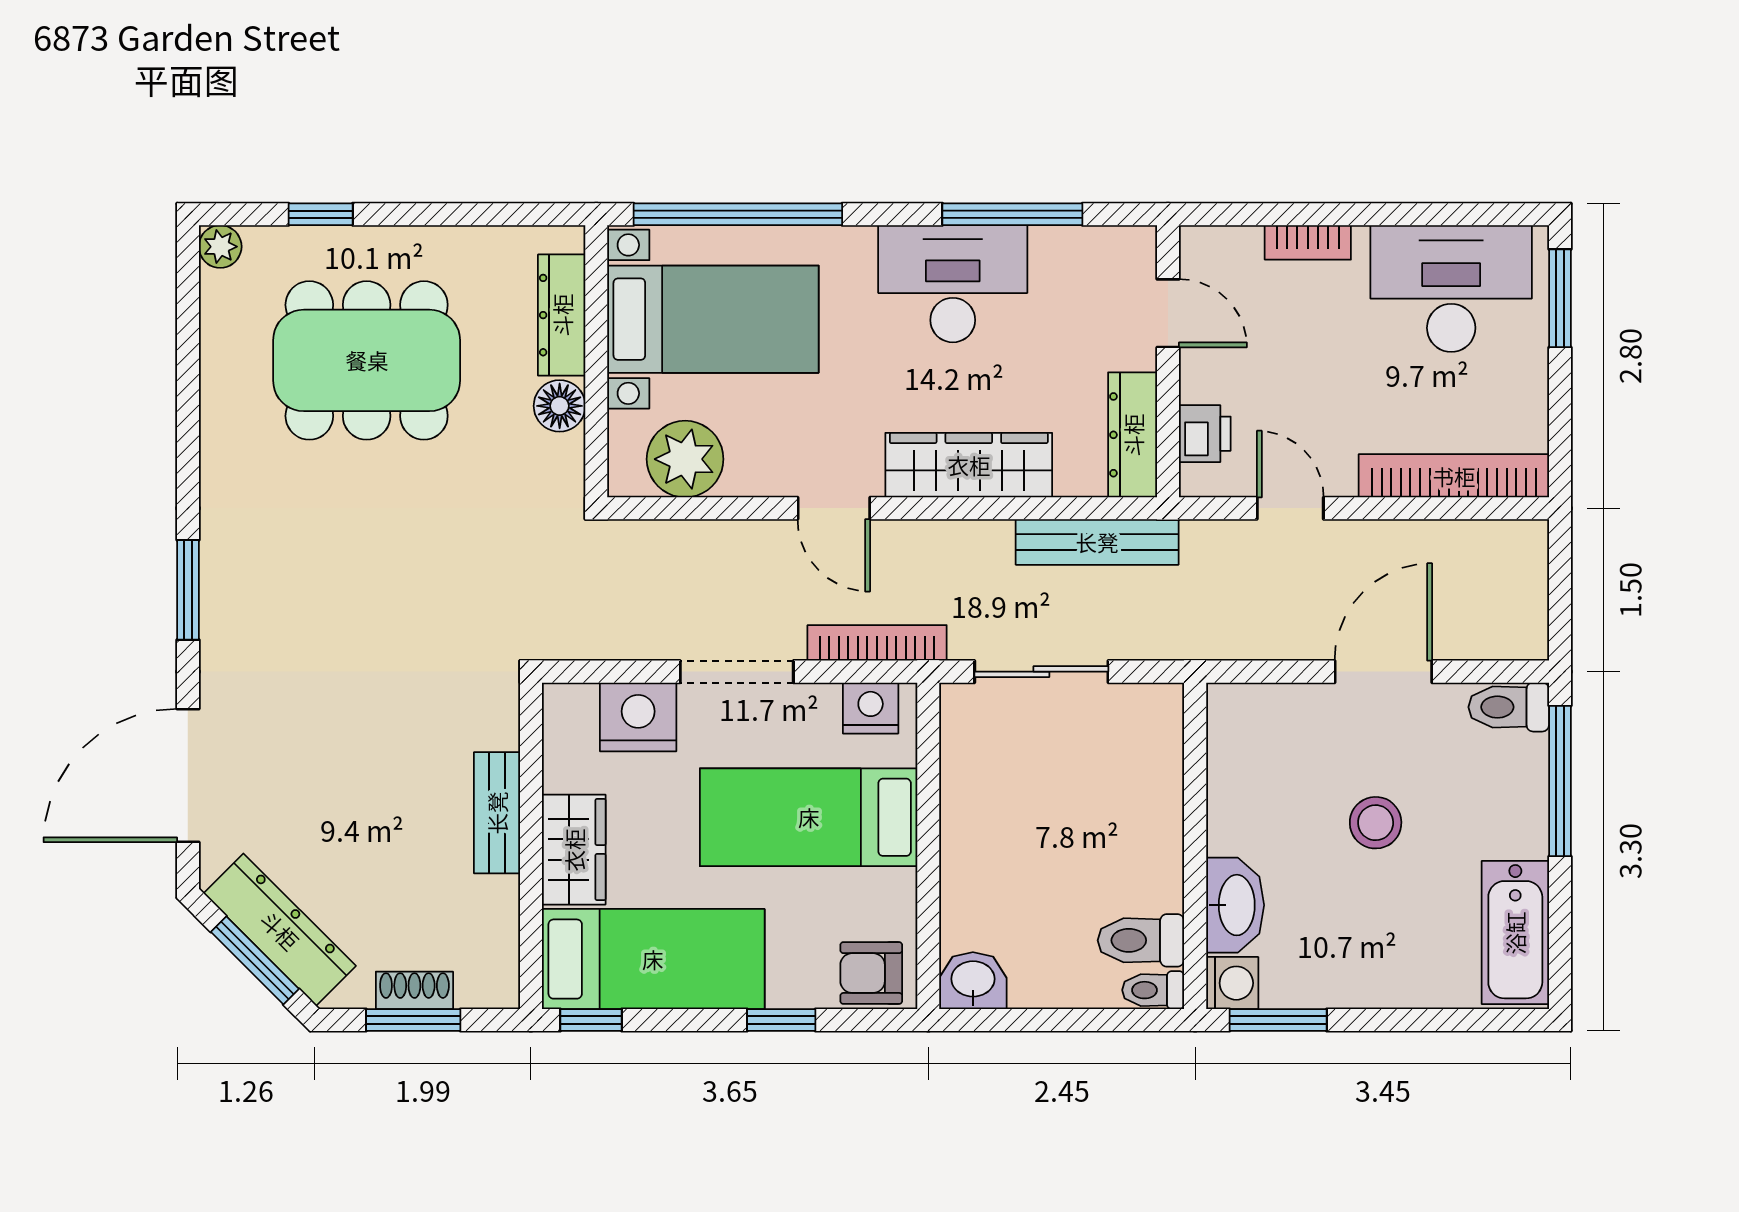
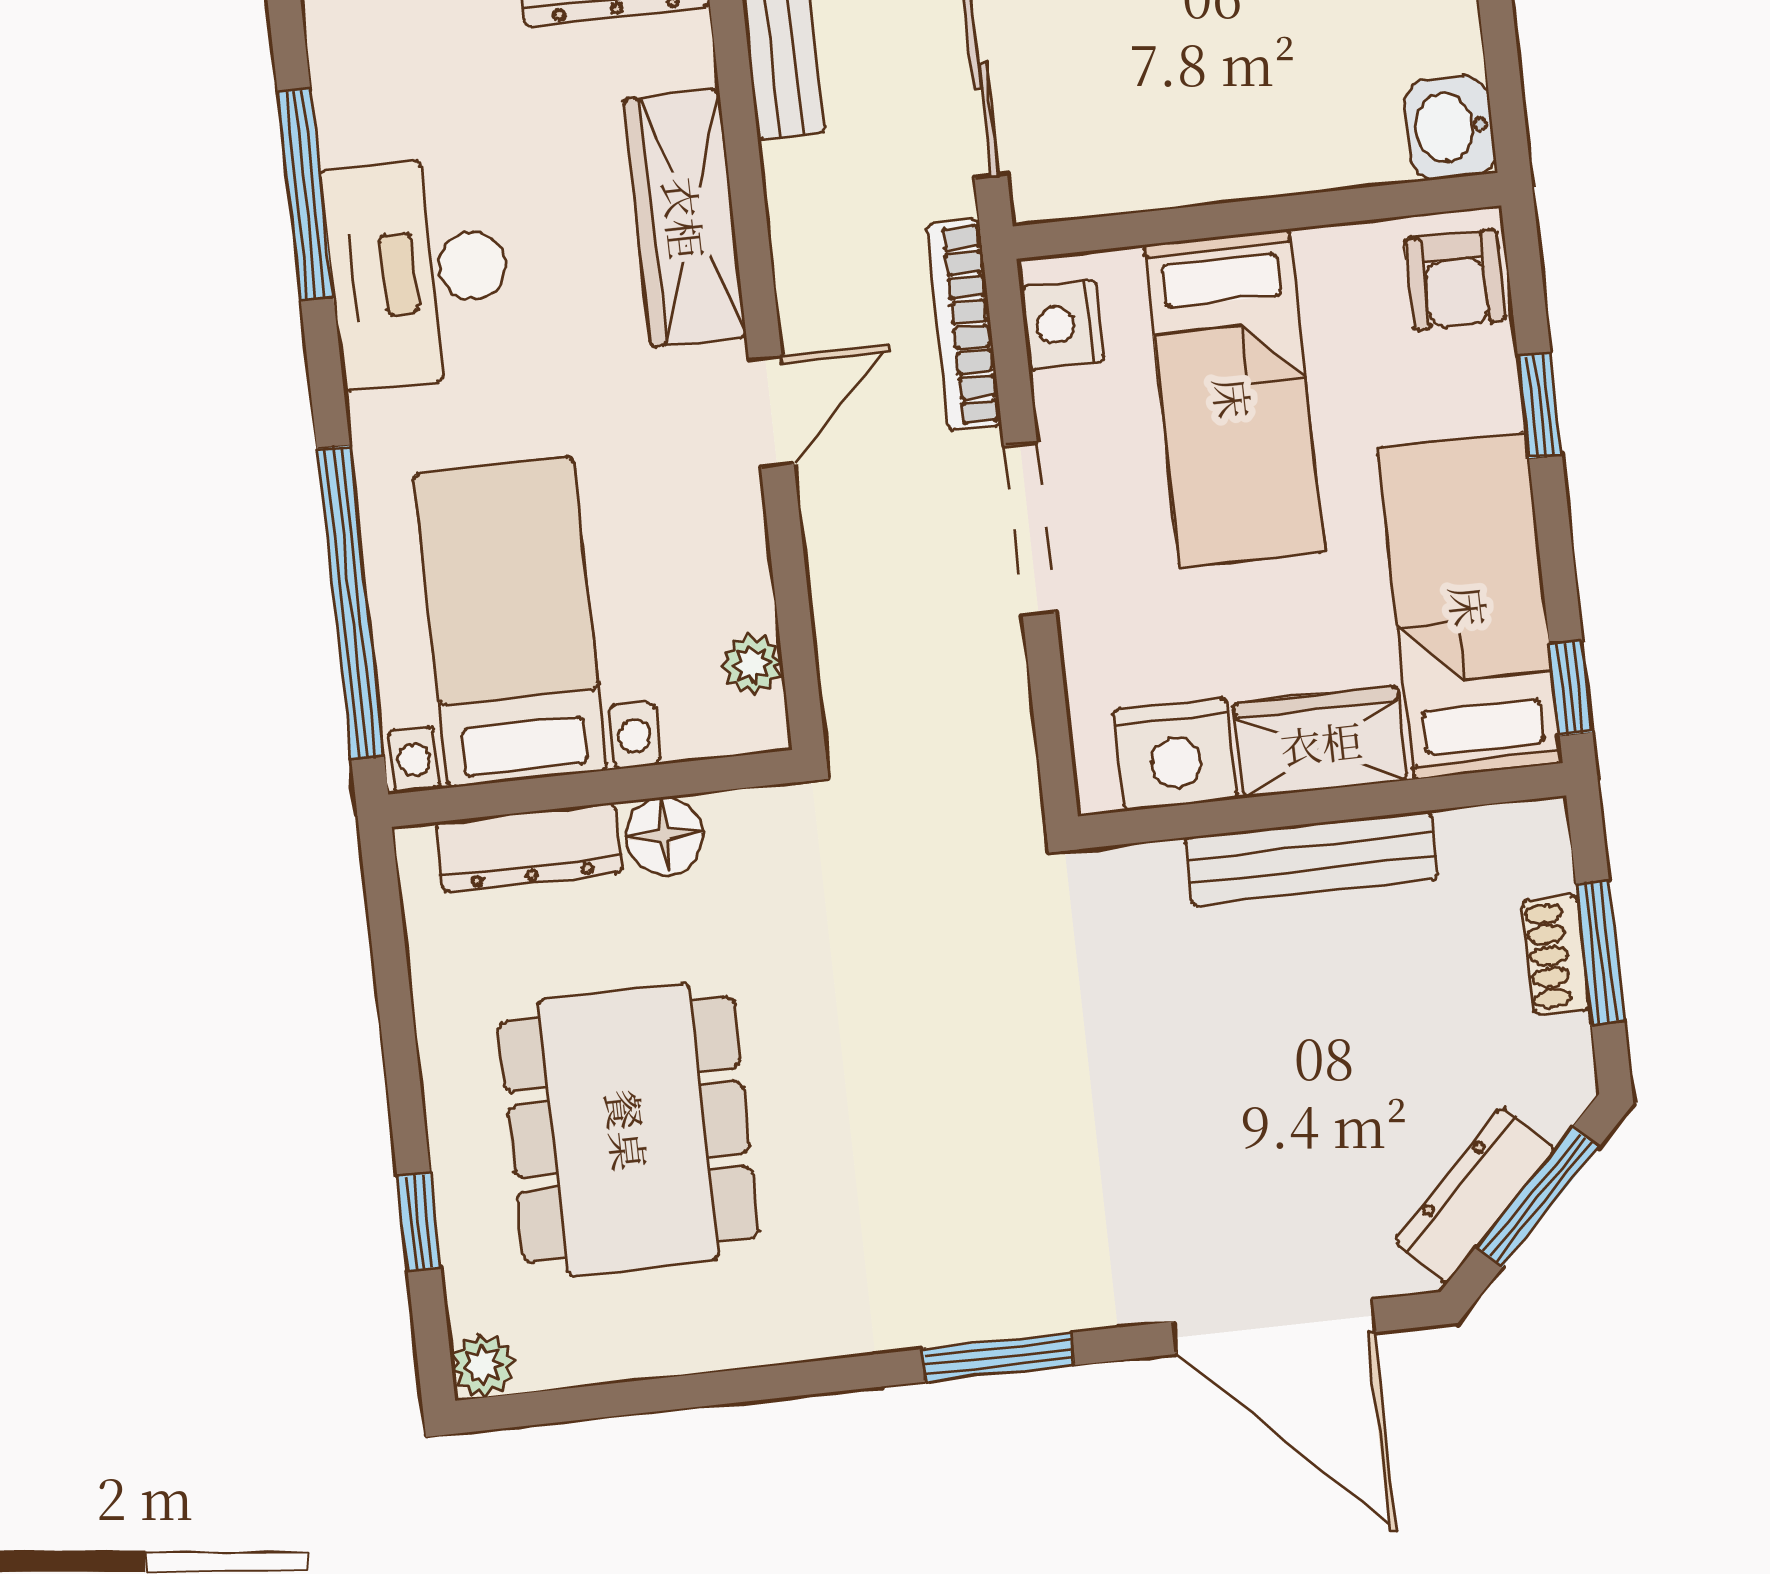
plant: (685, 459) -> (752, 664), width x0.53, depth x0.53
nightstand: (638, 717) -> (1175, 754), moved, turned -90
bench: (497, 813) -> (1311, 858), width x1.36
dresser: (280, 930) -> (1474, 1195), width x0.73, depth x0.80

